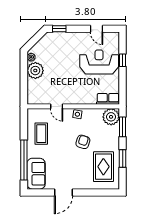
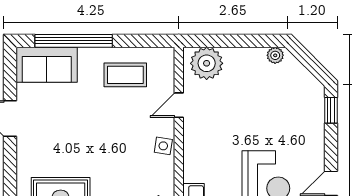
plant: (35, 71) -> (207, 63), moved
armchair: (83, 142) -> (109, 157), removed

